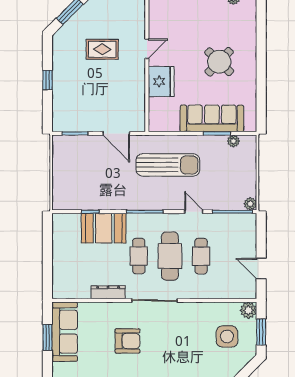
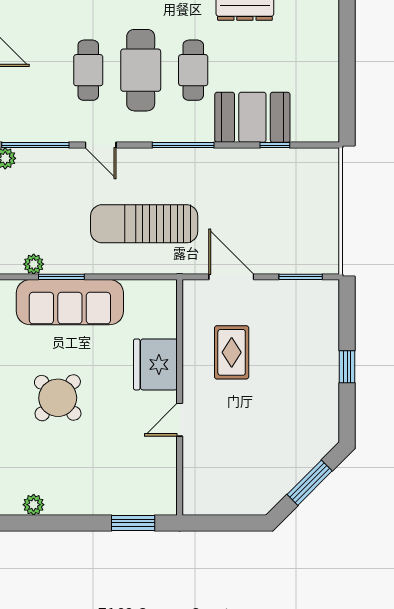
rug: (102, 49) -> (232, 352), moved, turned 90

